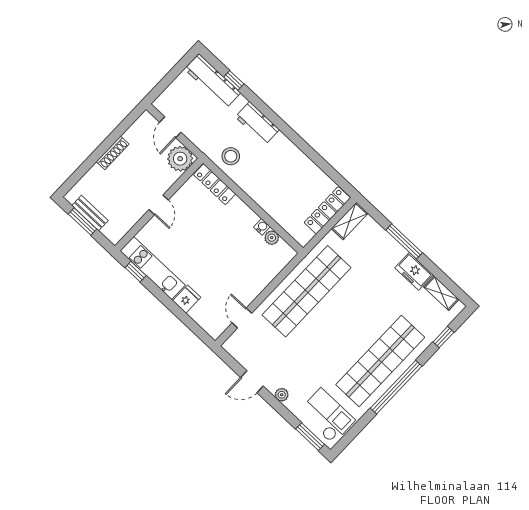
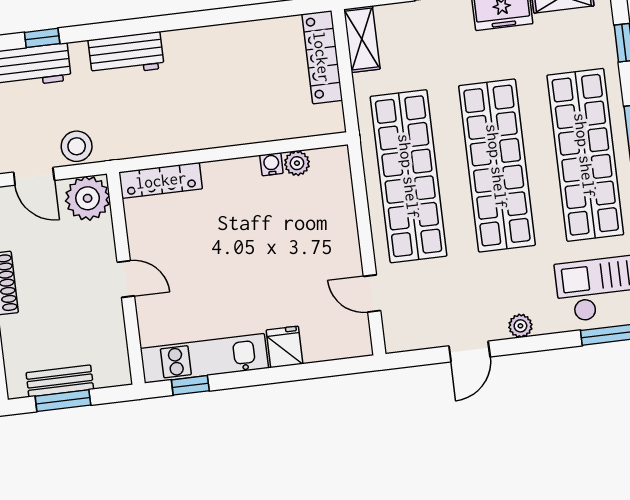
stool: (231, 156) -> (77, 146), moved
shop shelf: (343, 326) -> (497, 166), added

